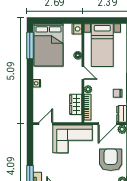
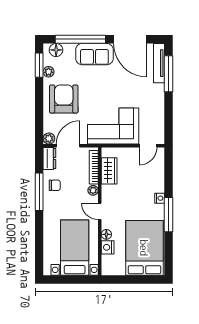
nightstand: (77, 29) -> (108, 247), moved
window: (30, 46) -> (168, 215), moved
armchair: (111, 160) -> (64, 99), turned 180

